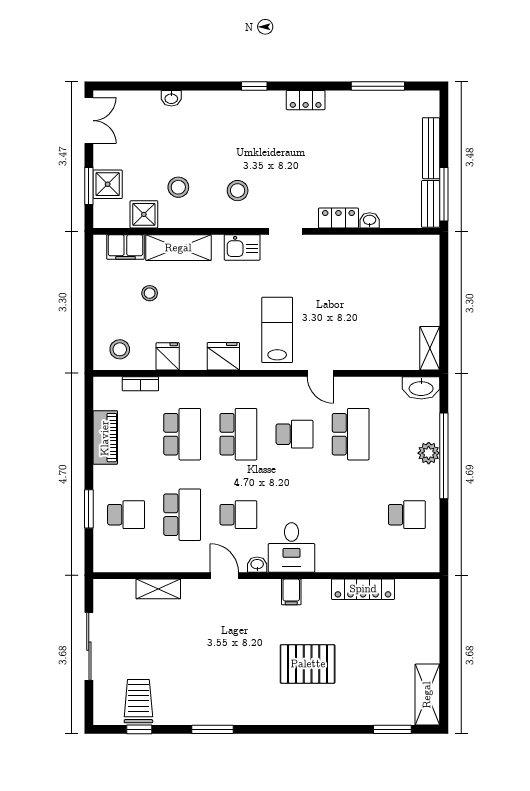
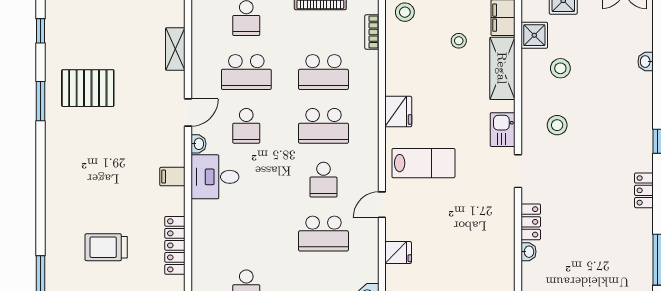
fridge: (168, 356) -> (398, 253), moved
pallet: (308, 664) -> (88, 88), moved, turned 90
trolley: (138, 701) -> (106, 247), moved, turned 180

